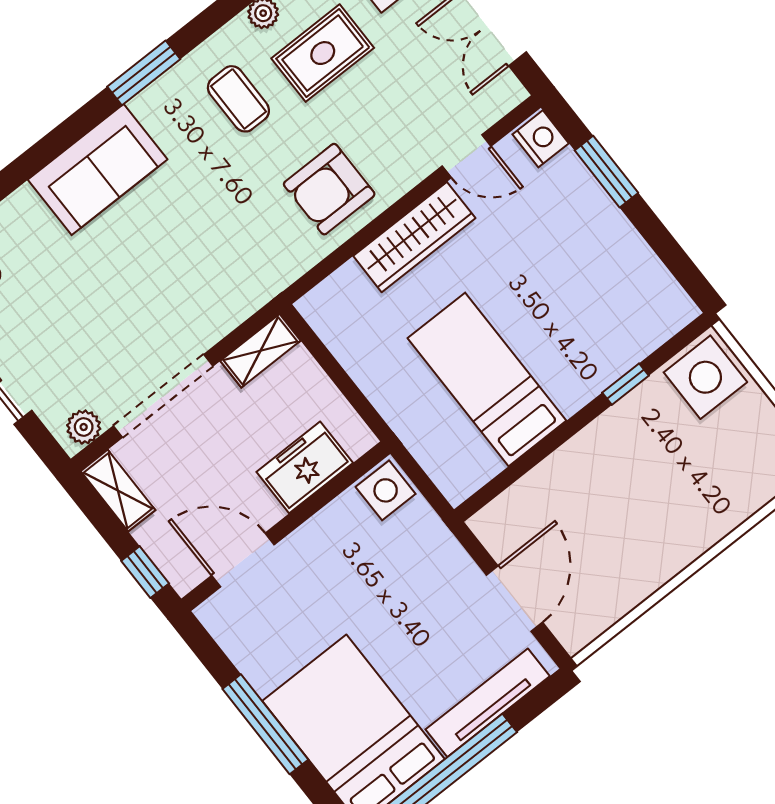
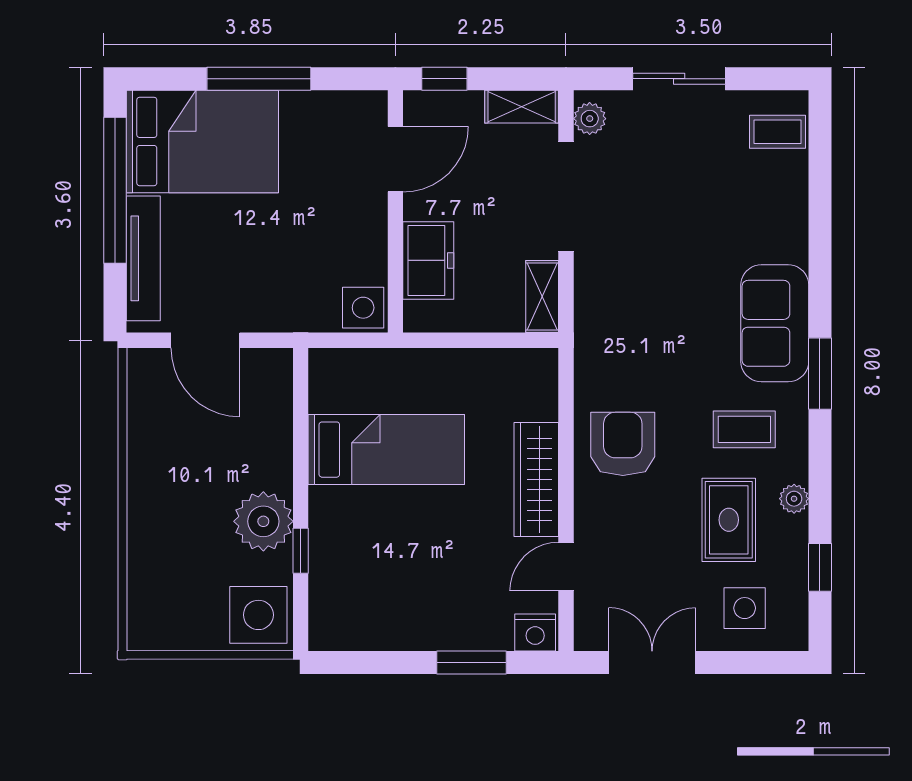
sofa: (98, 170) -> (775, 323), moved
plant: (625, 434) -> (263, 521), added

